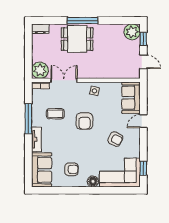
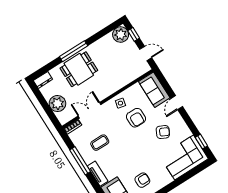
plant: (40, 70) -> (57, 104), moved
armchair: (85, 121) -> (136, 118), moved
floor lamp: (93, 181) -> (167, 179), removed

